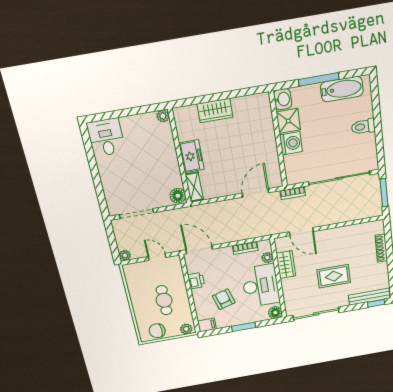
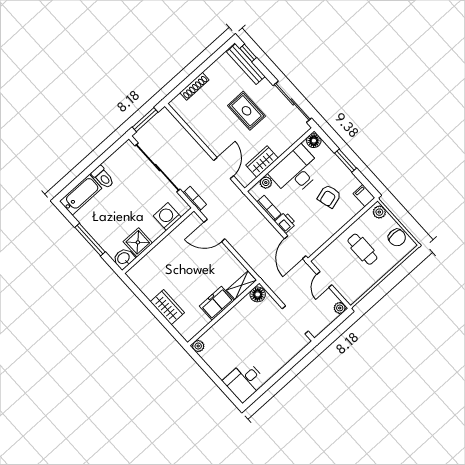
bathtub: (342, 89) -> (81, 195), moved, turned 90
washing machine: (291, 143) -> (167, 216), moved
printer: (196, 281) -> (285, 223), moved, turned 90
cafe table: (164, 300) -> (362, 249), turned 90

